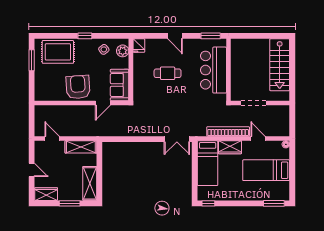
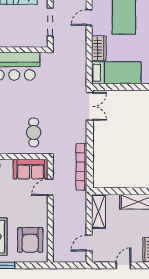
cafe table: (168, 73) -> (34, 132), moved
armchair: (78, 87) -> (30, 240), moved, turned -86
door: (103, 103) -> (50, 187), swing flipped
bookcase: (228, 131) -> (81, 167), moved

